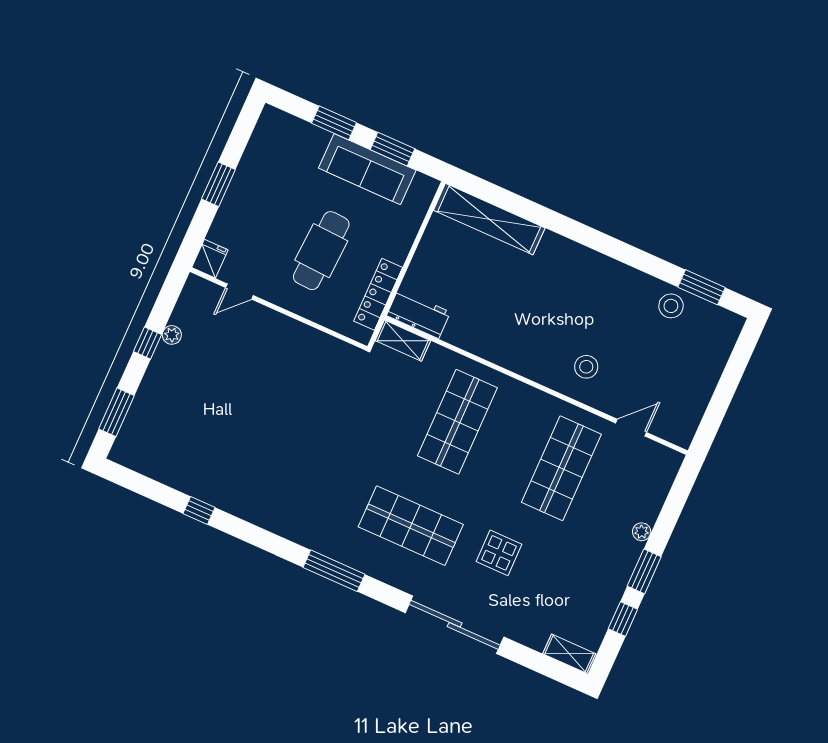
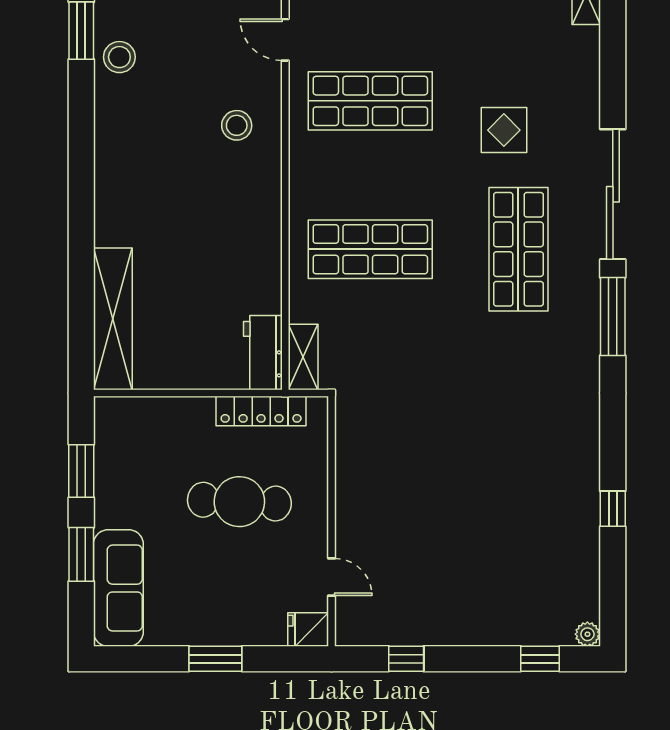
sofa: (367, 169) -> (118, 588), moved
plant: (172, 335) -> (587, 634), moved
window: (147, 343) -> (406, 659), moved
window: (117, 412) -> (540, 659), width x0.67
sliding door: (455, 625) -> (613, 194), moved

